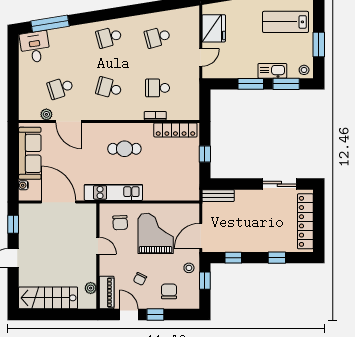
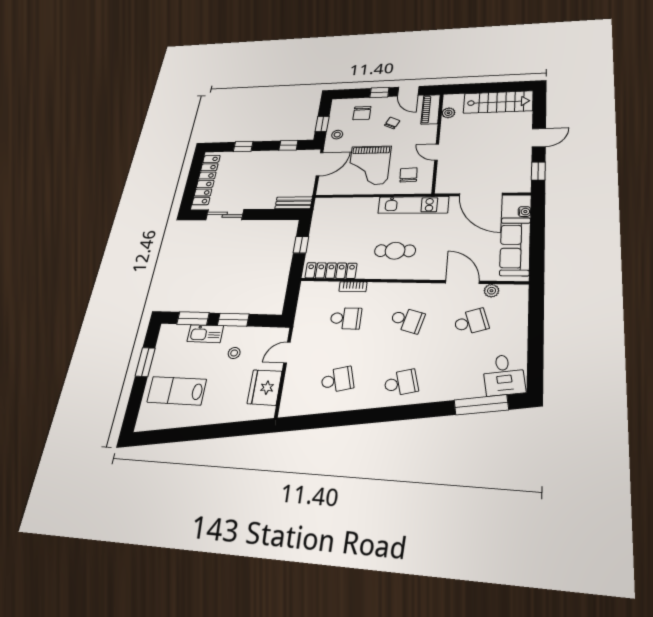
lab bench: (286, 22) -> (177, 391), turned 180
stool: (304, 70) -> (234, 353), moved

